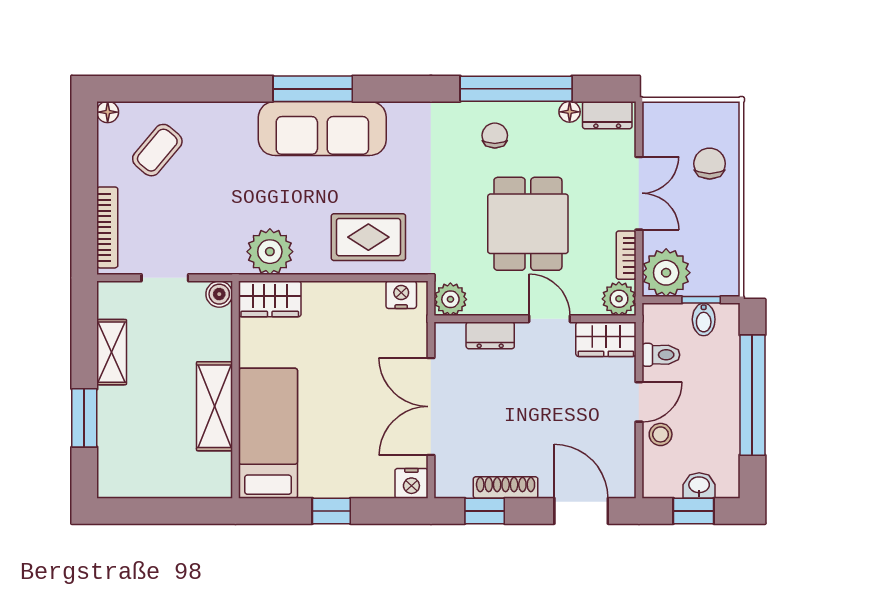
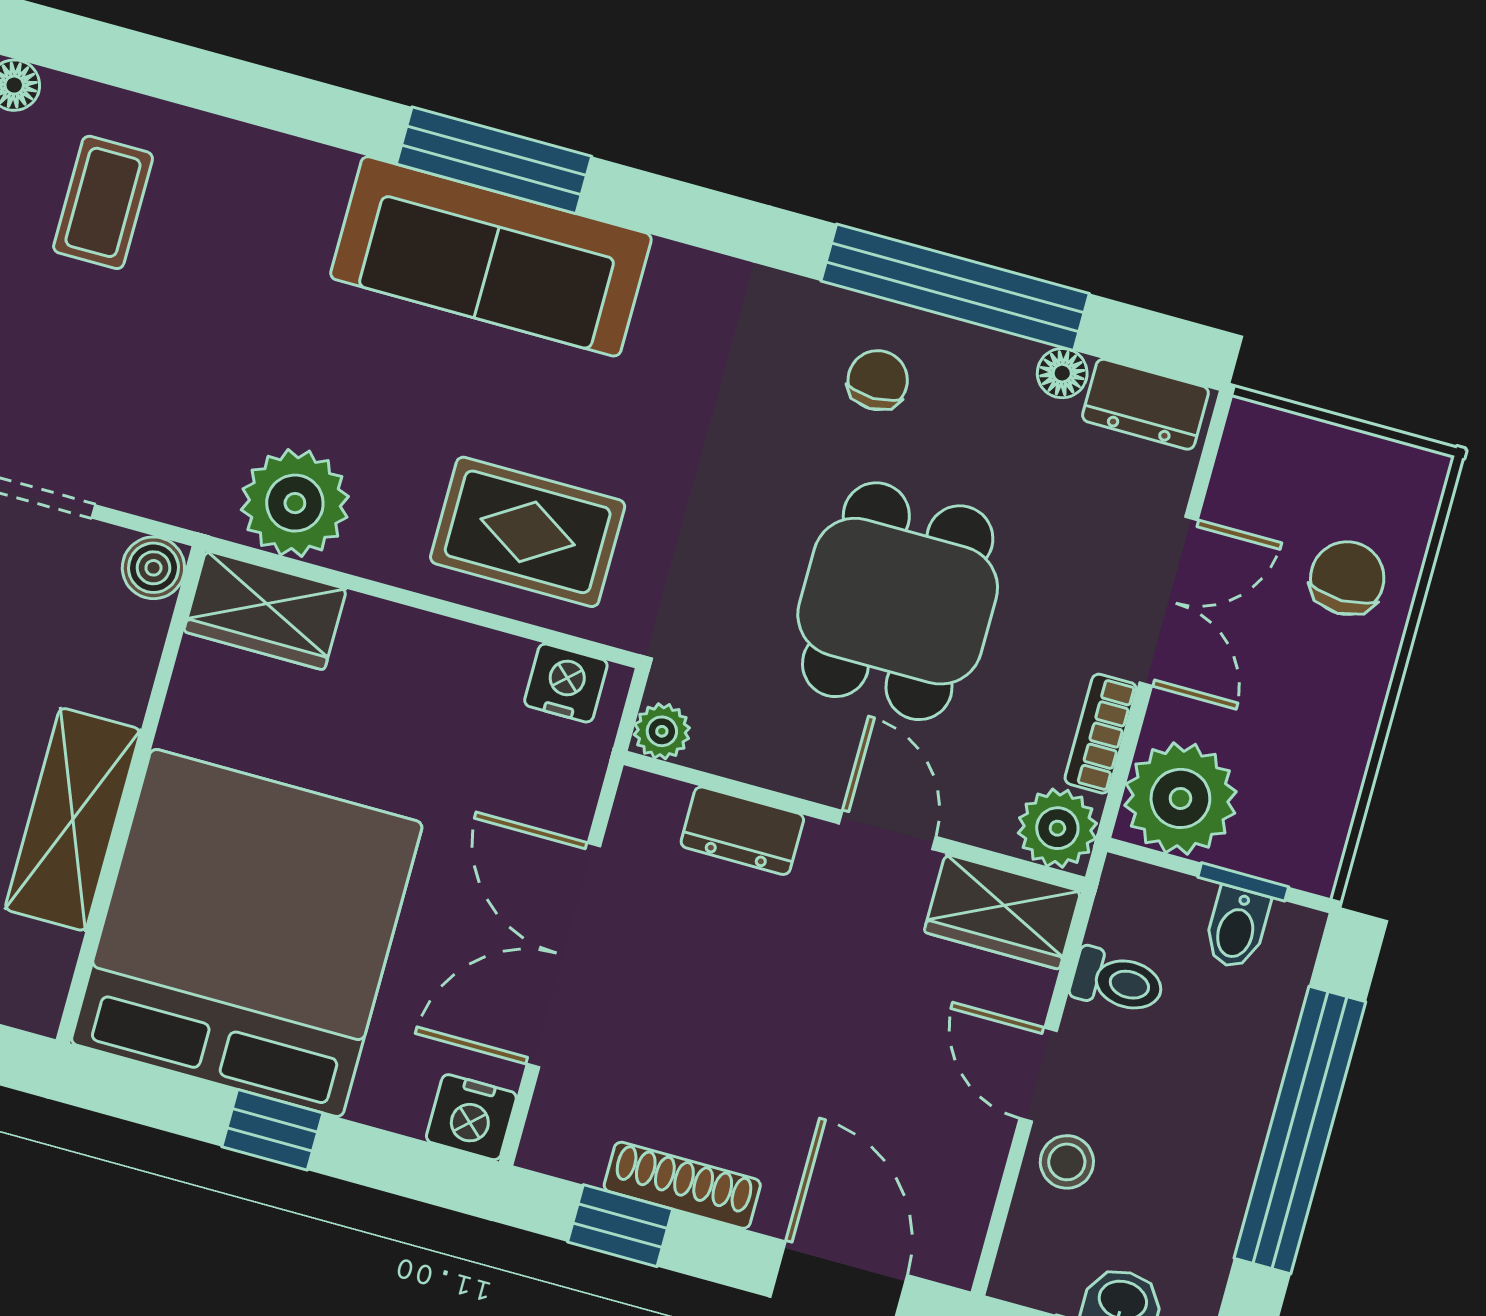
coffee table: (157, 150) -> (103, 202), turned -40
plant: (450, 299) -> (662, 731), width x0.73, depth x0.73
door: (639, 402) -> (1038, 1075), swing flipped
bed: (268, 433) -> (247, 933), width x2.04

